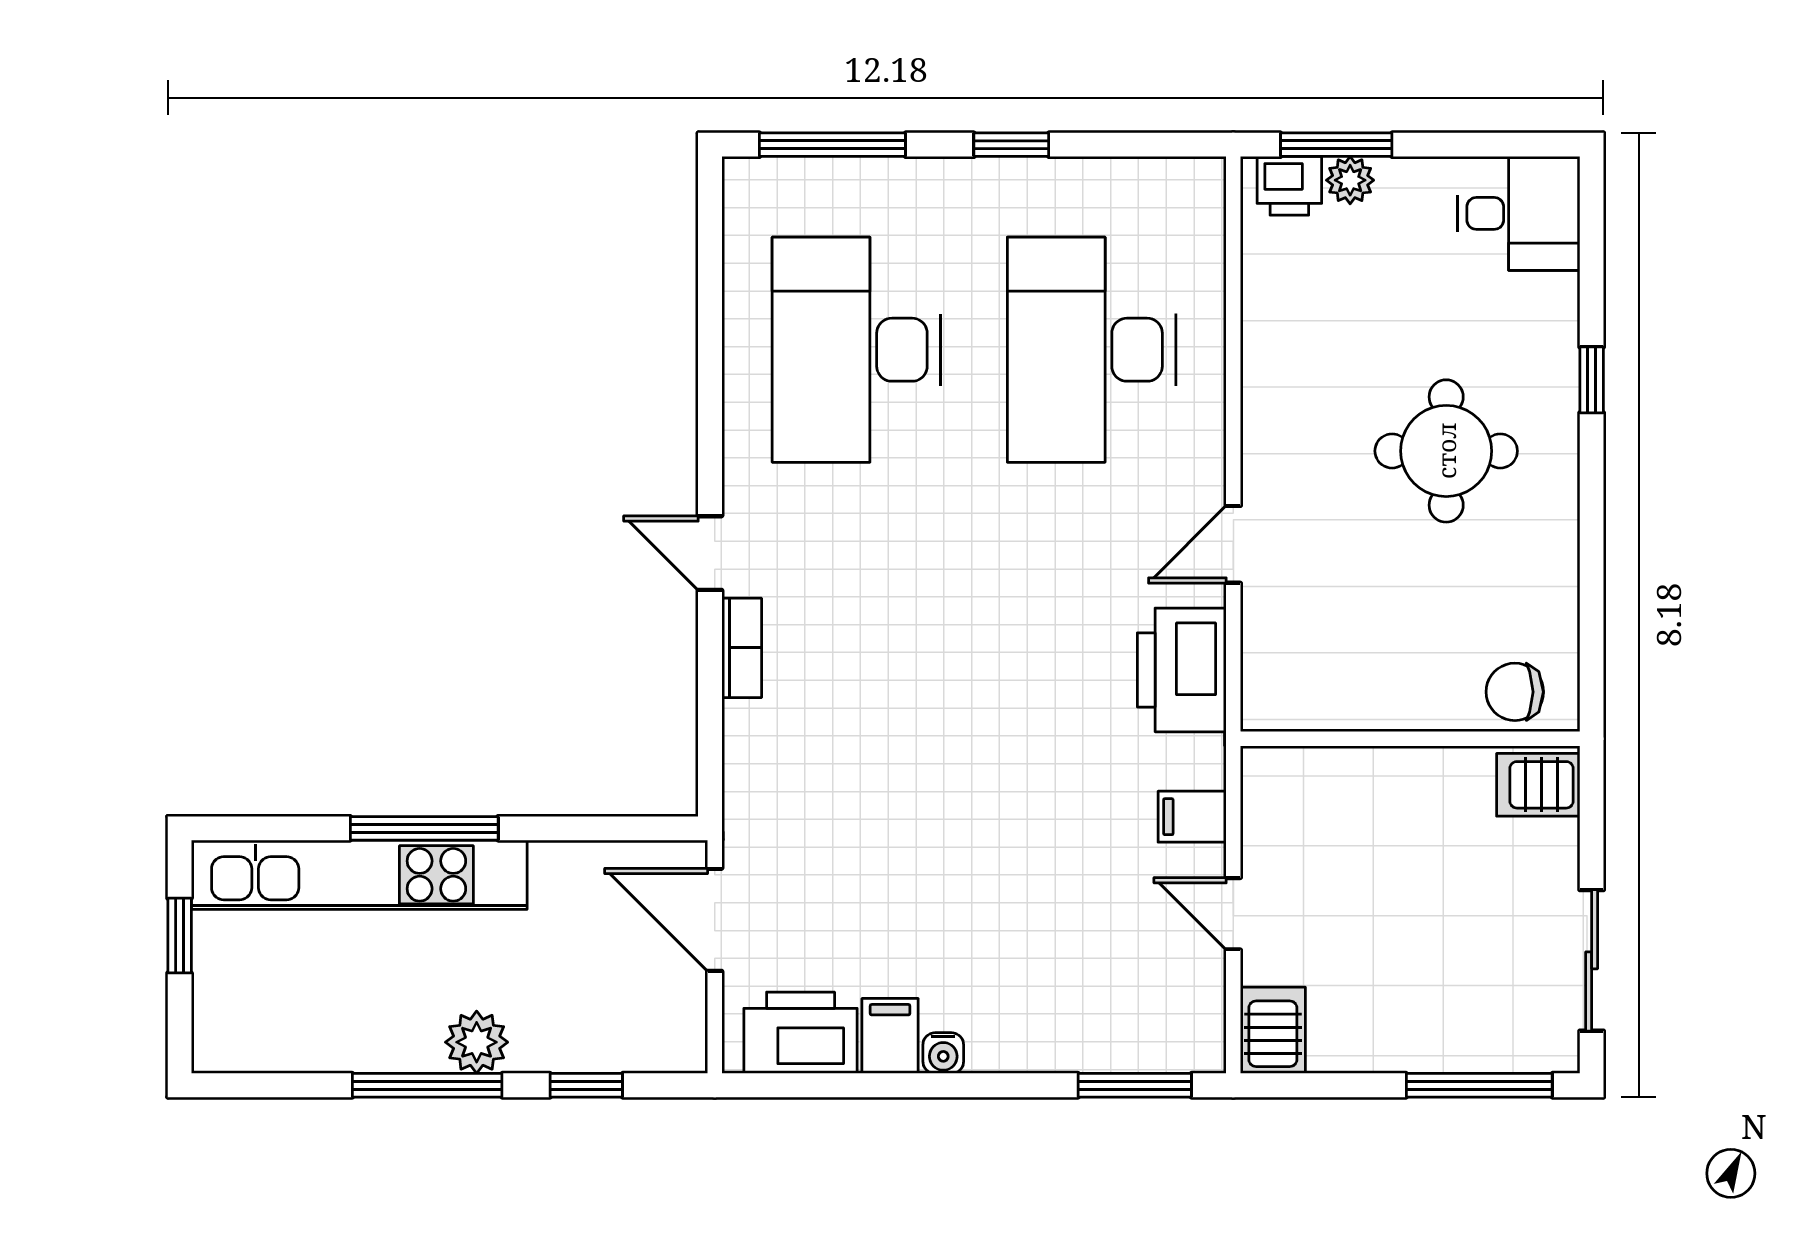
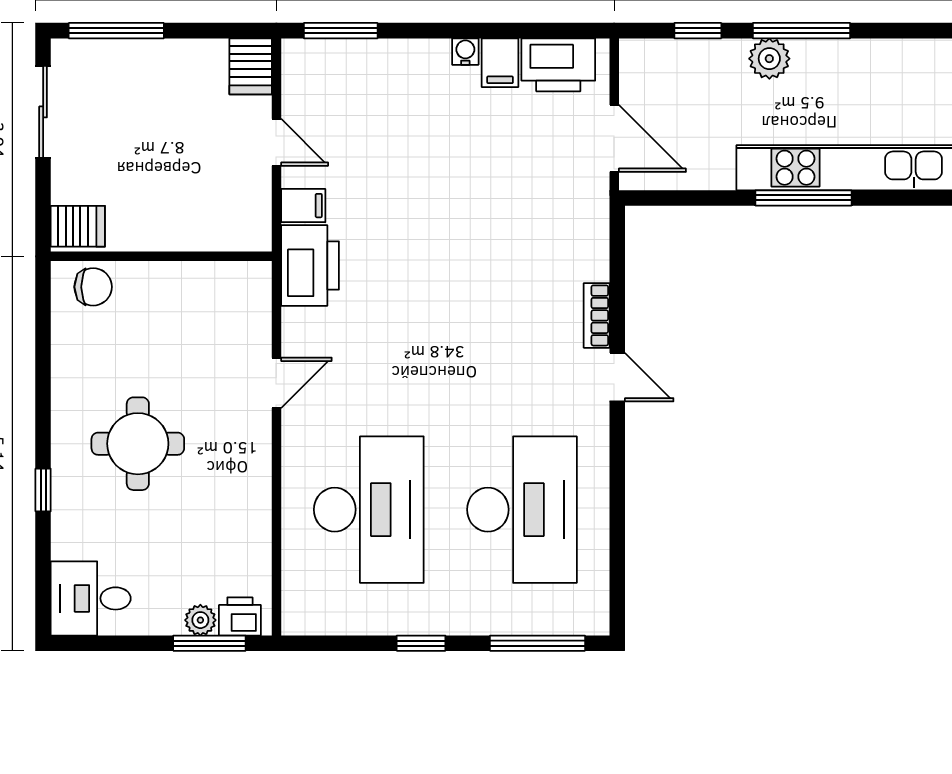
printer: (1182, 670) -> (310, 266), moved

